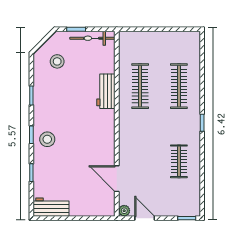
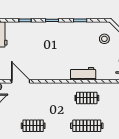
clothes rail: (140, 86) -> (87, 98), width x0.73
stool: (47, 139) -> (49, 32), removed
door: (117, 179) -> (21, 81), hinge flipped

